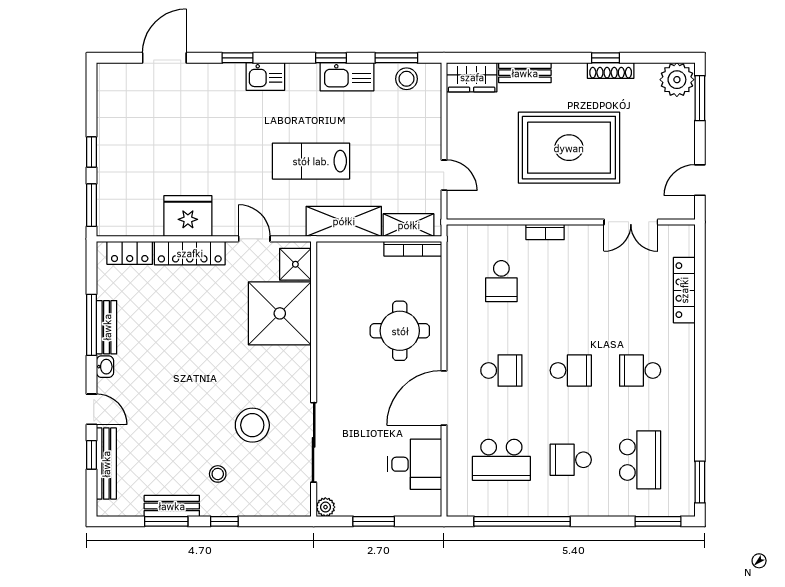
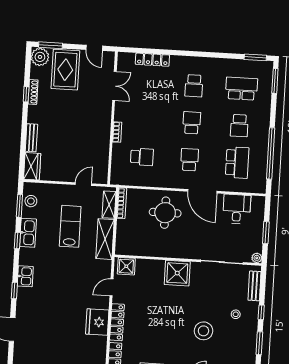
rug: (569, 148) -> (65, 70), moved, width x0.73, depth x0.69
lab bench: (311, 161) -> (70, 226), moved, turned 180
shower: (280, 313) -> (177, 273), moved, width x0.73, depth x0.73
stool: (252, 425) -> (203, 331), moved
bench: (172, 506) -> (255, 286), moved

